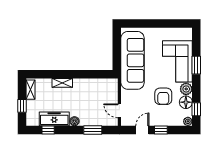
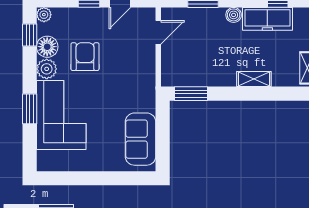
sofa: (133, 60) -> (141, 139), width x0.54, depth x0.79
window: (100, 74) -> (191, 94), added
door: (119, 111) -> (158, 32), hinge flipped

